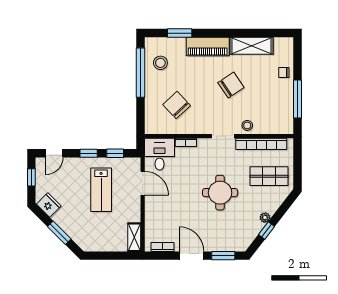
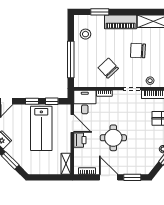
window: (141, 73) -> (71, 60), moved
chair: (231, 85) -> (138, 51), turned -143
chair: (177, 105) -> (108, 68), moved
lab bench: (101, 190) -> (41, 128), width x1.36, depth x1.39
round table: (220, 193) -> (113, 138), moved
printer: (153, 205) -> (80, 140), added

